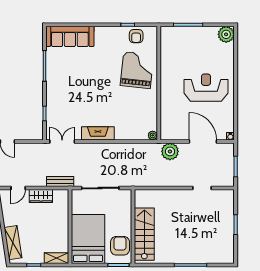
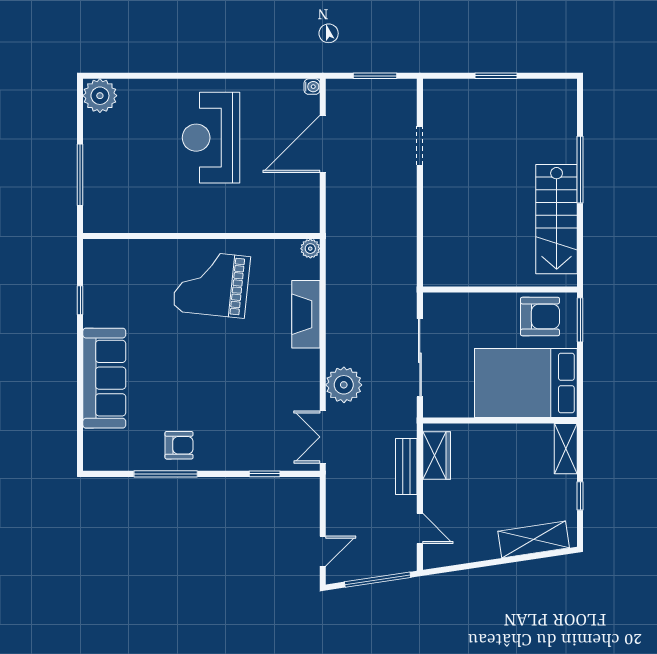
sofa: (70, 36) -> (104, 378), moved
armchair: (136, 36) -> (179, 445), moved
grand piano: (137, 70) -> (211, 284), moved
fireplace: (98, 133) -> (306, 314), moved
plant: (170, 151) -> (344, 385), moved
bench: (60, 181) -> (406, 467), moved
wardrobe: (41, 196) -> (437, 455), moved
stairs: (144, 234) -> (557, 219), moved, turned -90
armchair: (120, 246) -> (540, 316), turned 180

